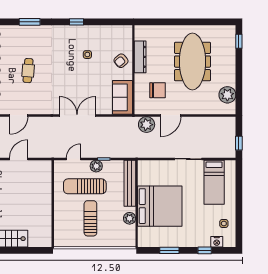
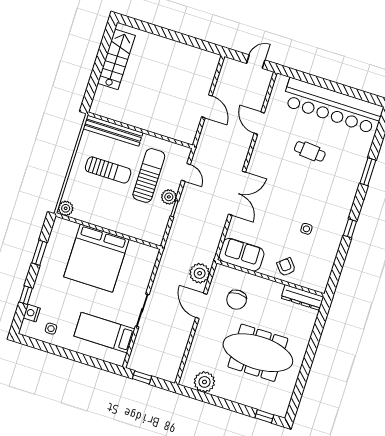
dresser: (140, 57) -> (302, 297), moved
bench: (130, 183) -> (113, 131), moved
plant: (130, 218) -> (66, 208), moved

